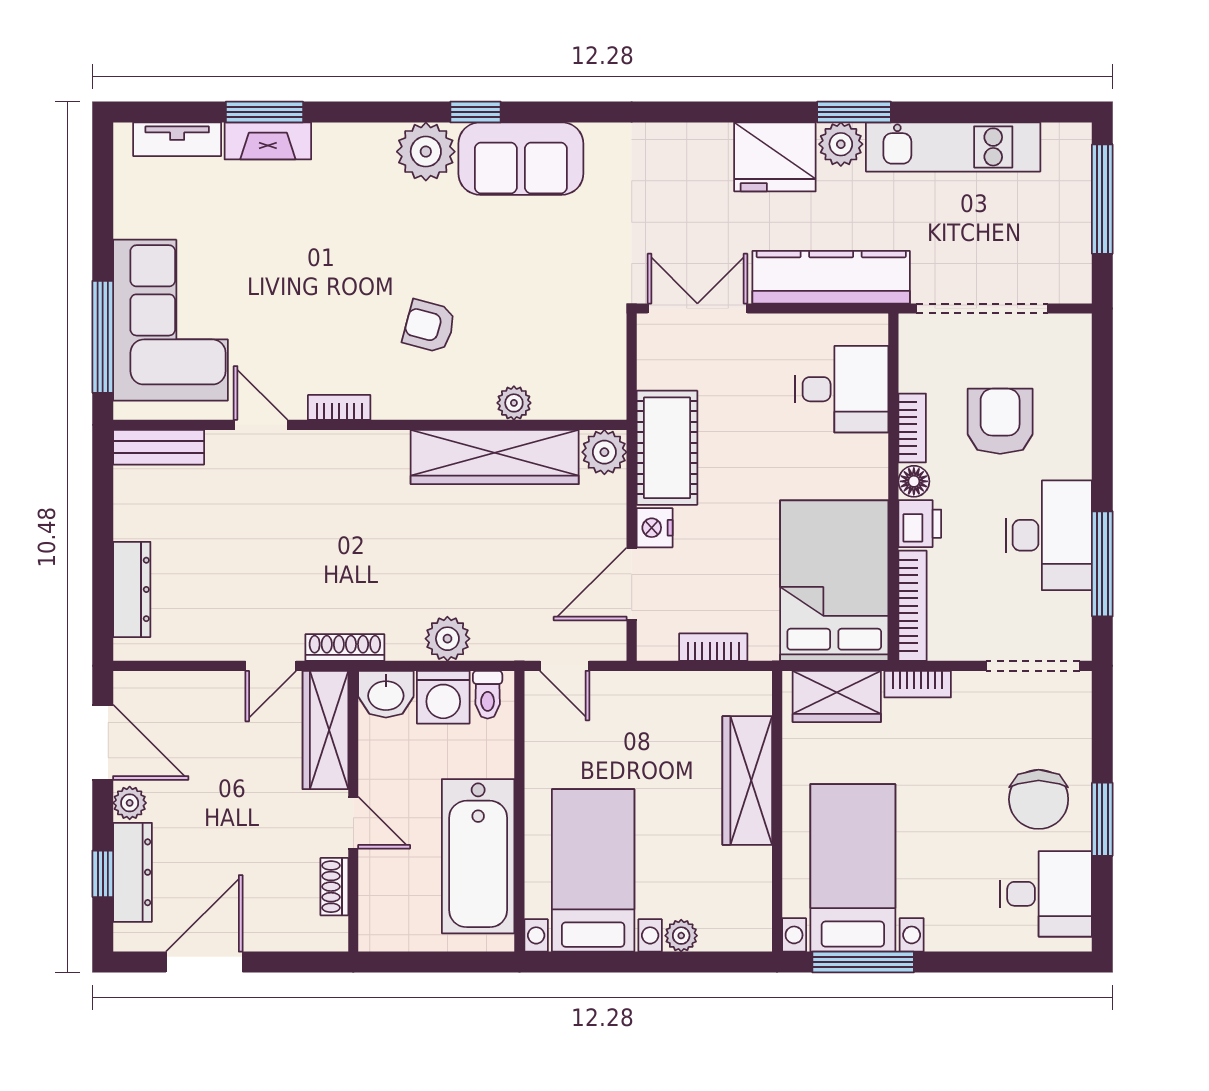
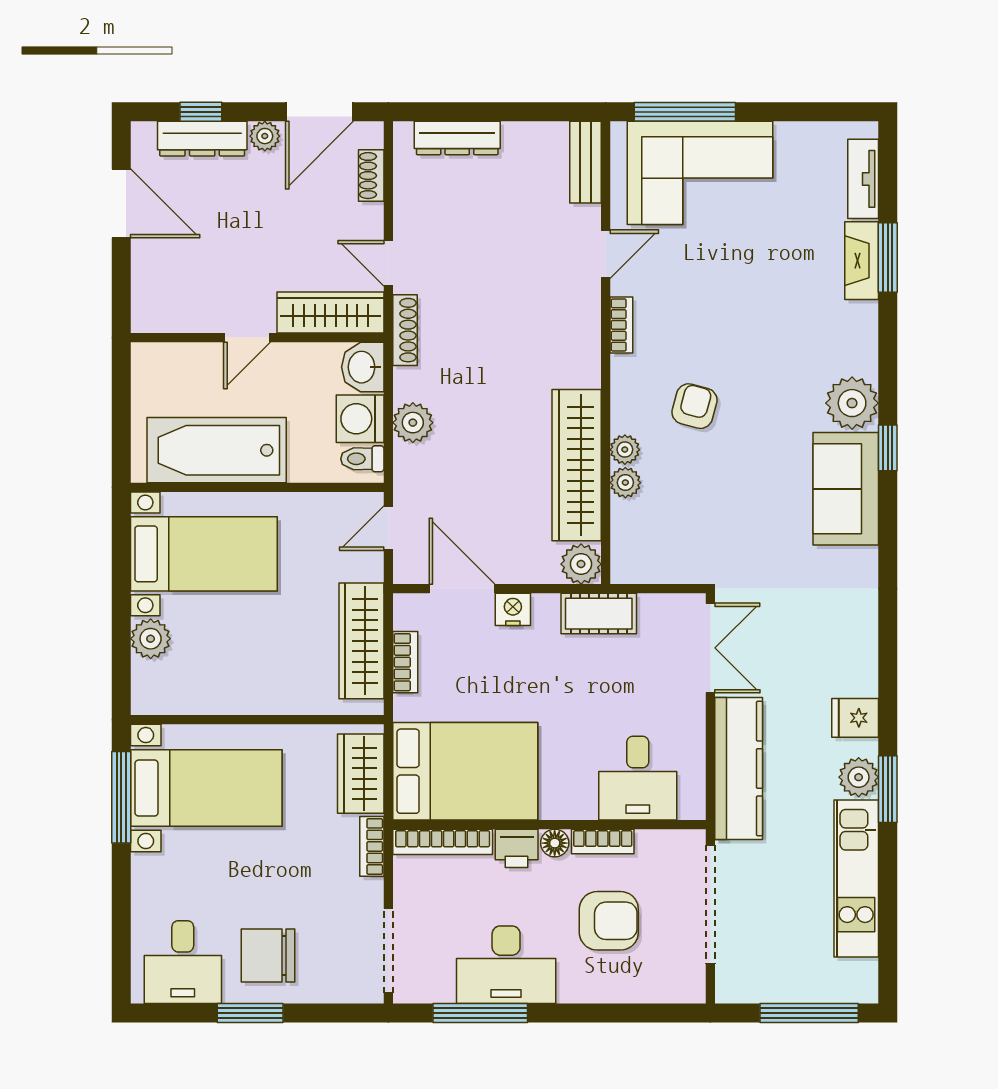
fridge: (775, 157) -> (855, 718), width x0.53, depth x0.75
plant: (477, 404) -> (625, 450), added
cot: (667, 448) -> (599, 614), width x0.73, depth x0.75
wardrobe: (747, 781) -> (361, 641), moved, turned -90
shoe rack: (334, 887) -> (371, 176), moved, turned -90
plant: (681, 936) -> (151, 639), width x1.38, depth x1.38

